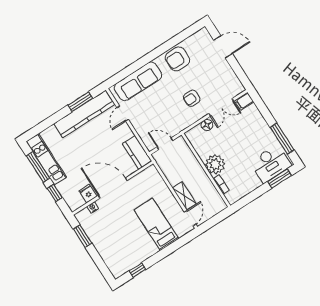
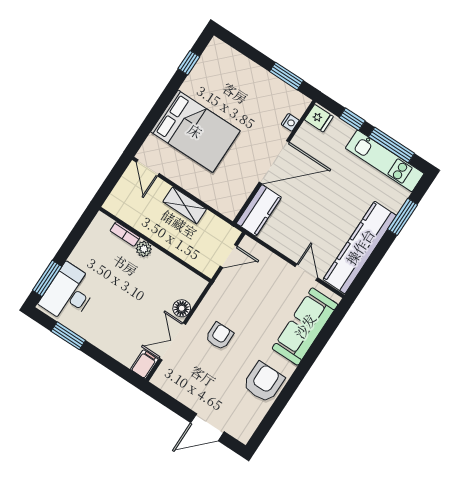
window: (80, 102) -> (403, 217), moved
window: (282, 139) -> (68, 336), width x0.69
kitchen counter: (137, 152) -> (259, 210), moved, turned 90
plant: (215, 164) -> (144, 249), width x0.53, depth x0.53
fridge: (88, 194) -> (319, 118), moved
shelving: (184, 196) -> (185, 205), moved
bed: (156, 224) -> (195, 131), width x1.50

